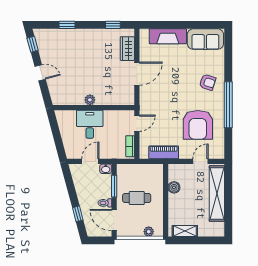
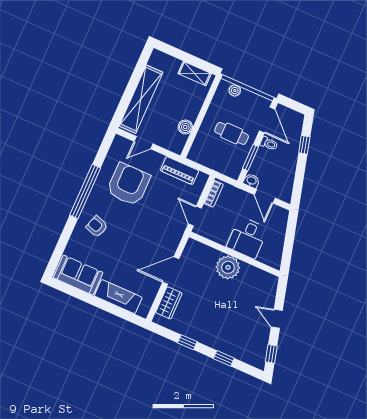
window: (113, 25) -> (187, 342), moved
plant: (90, 100) -> (228, 267), width x1.88, depth x1.88
door: (137, 123) -> (195, 216), hinge flipped
door: (90, 161) -> (265, 196), hinge flipped

